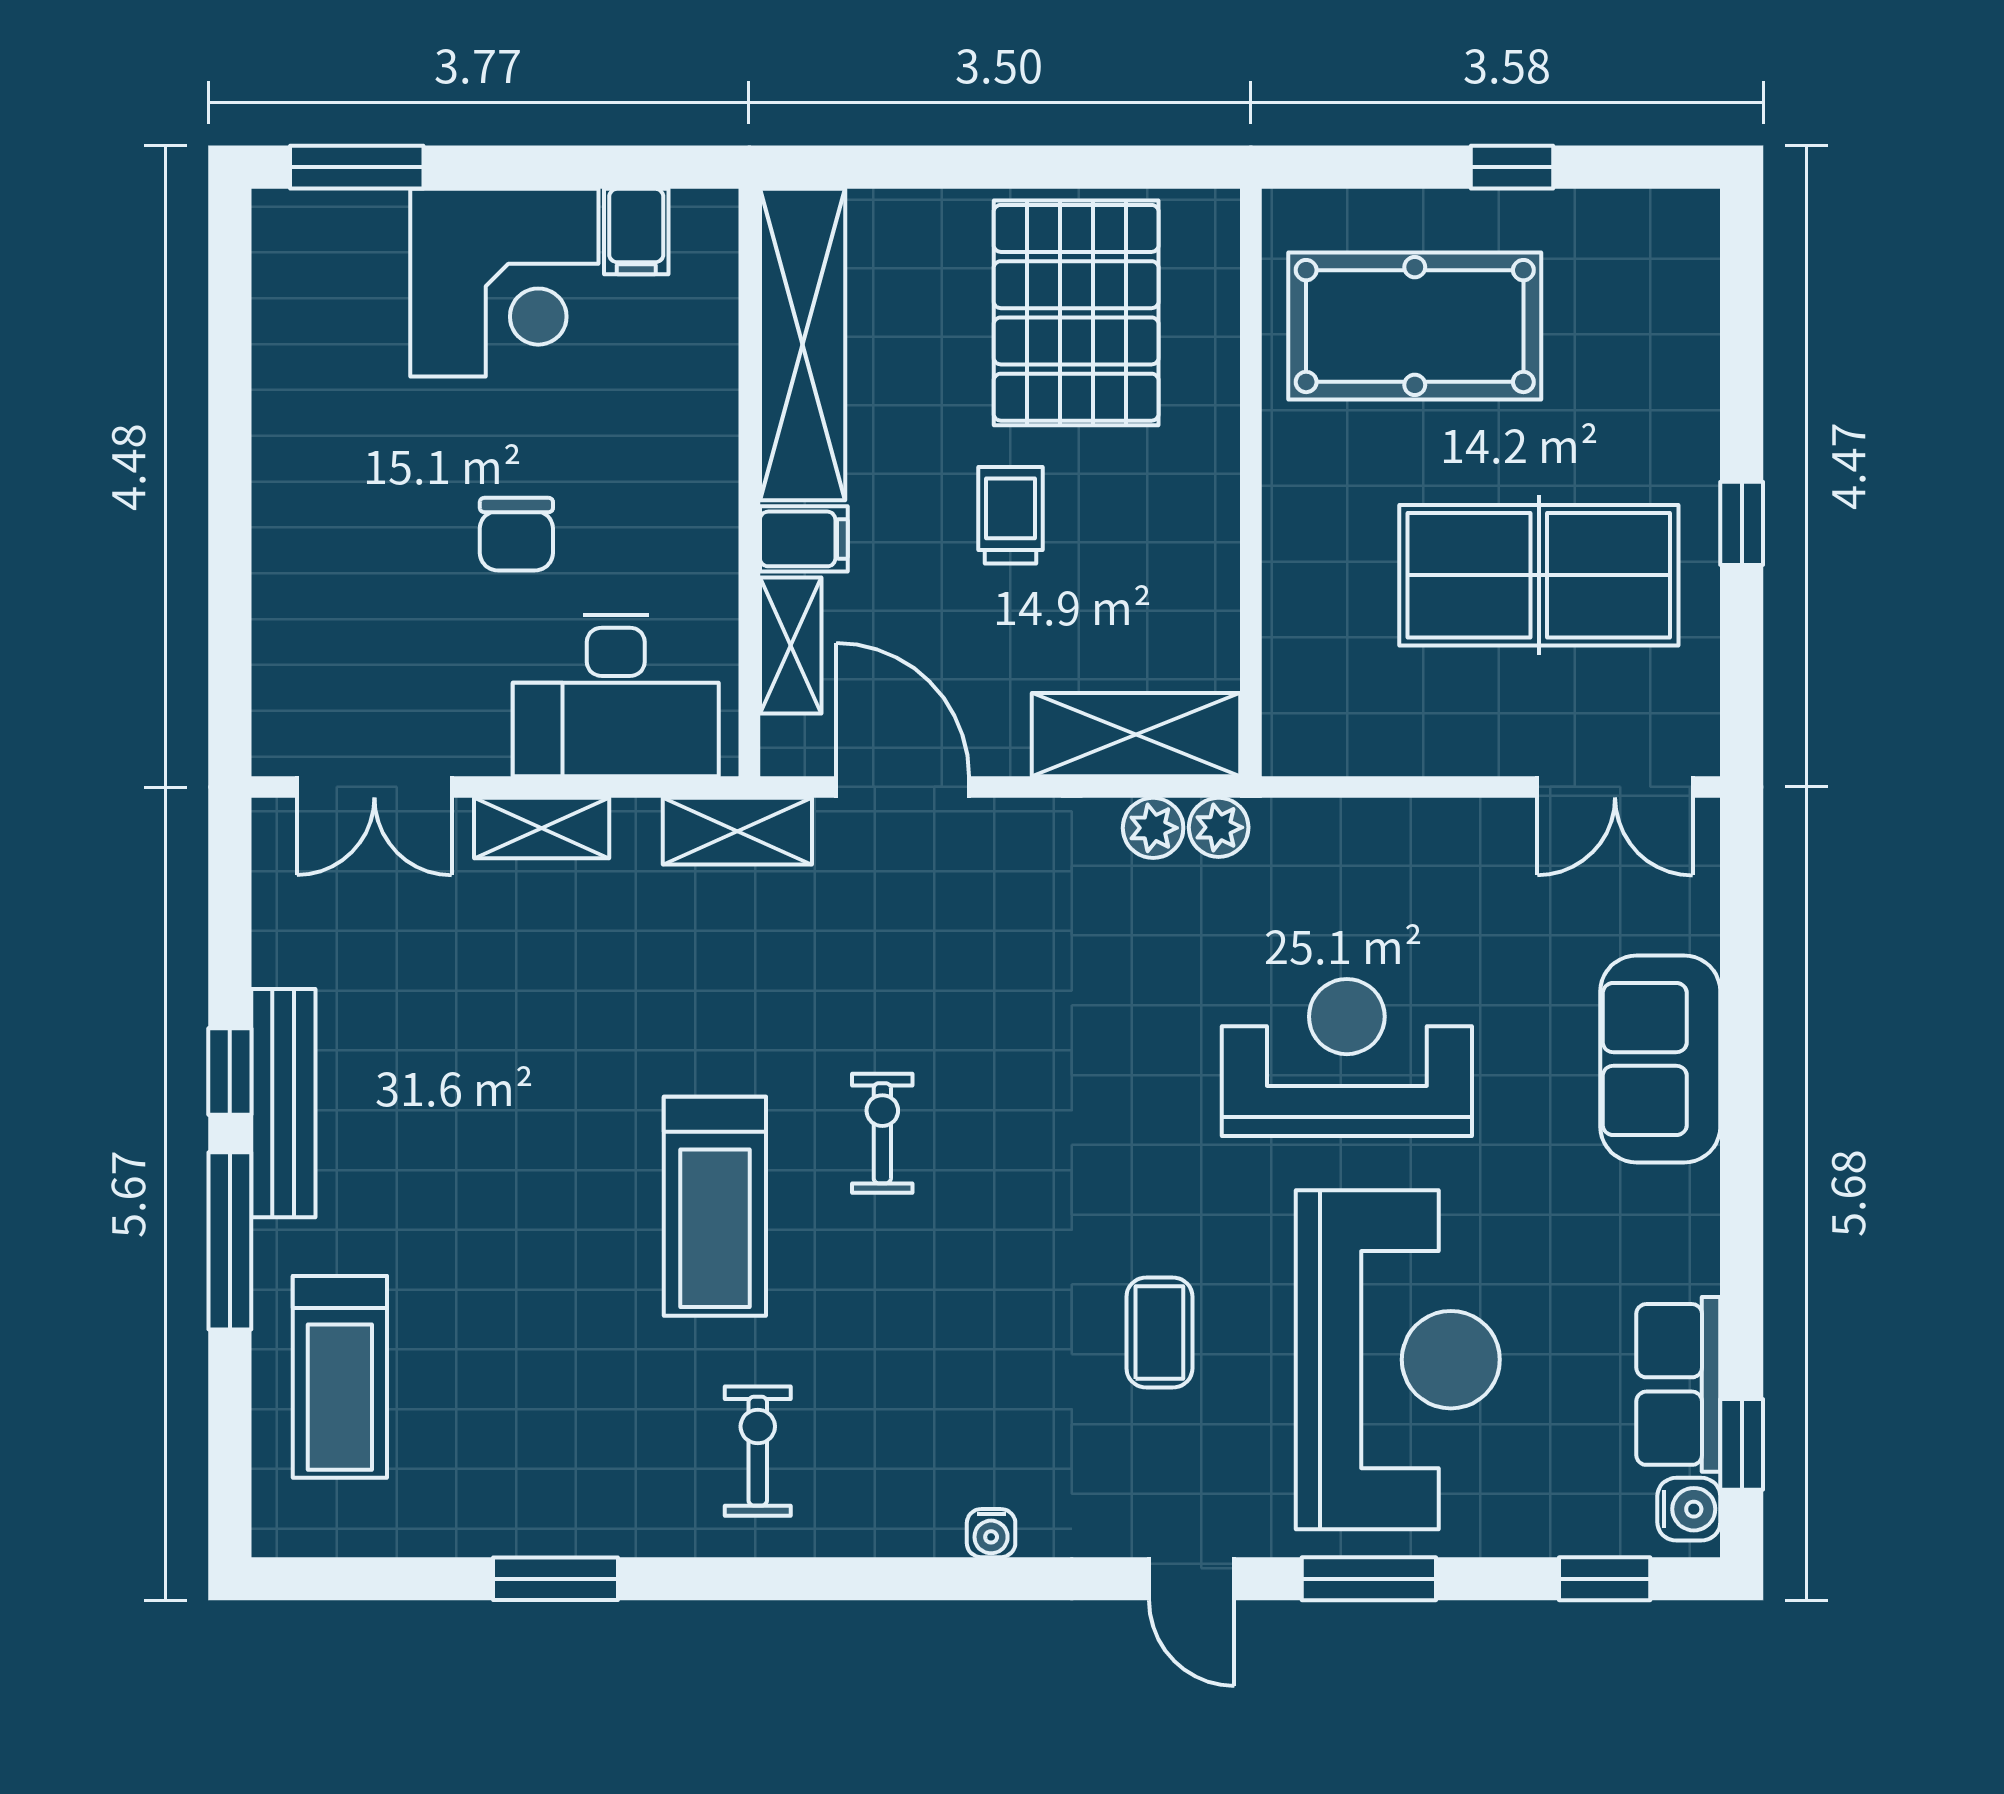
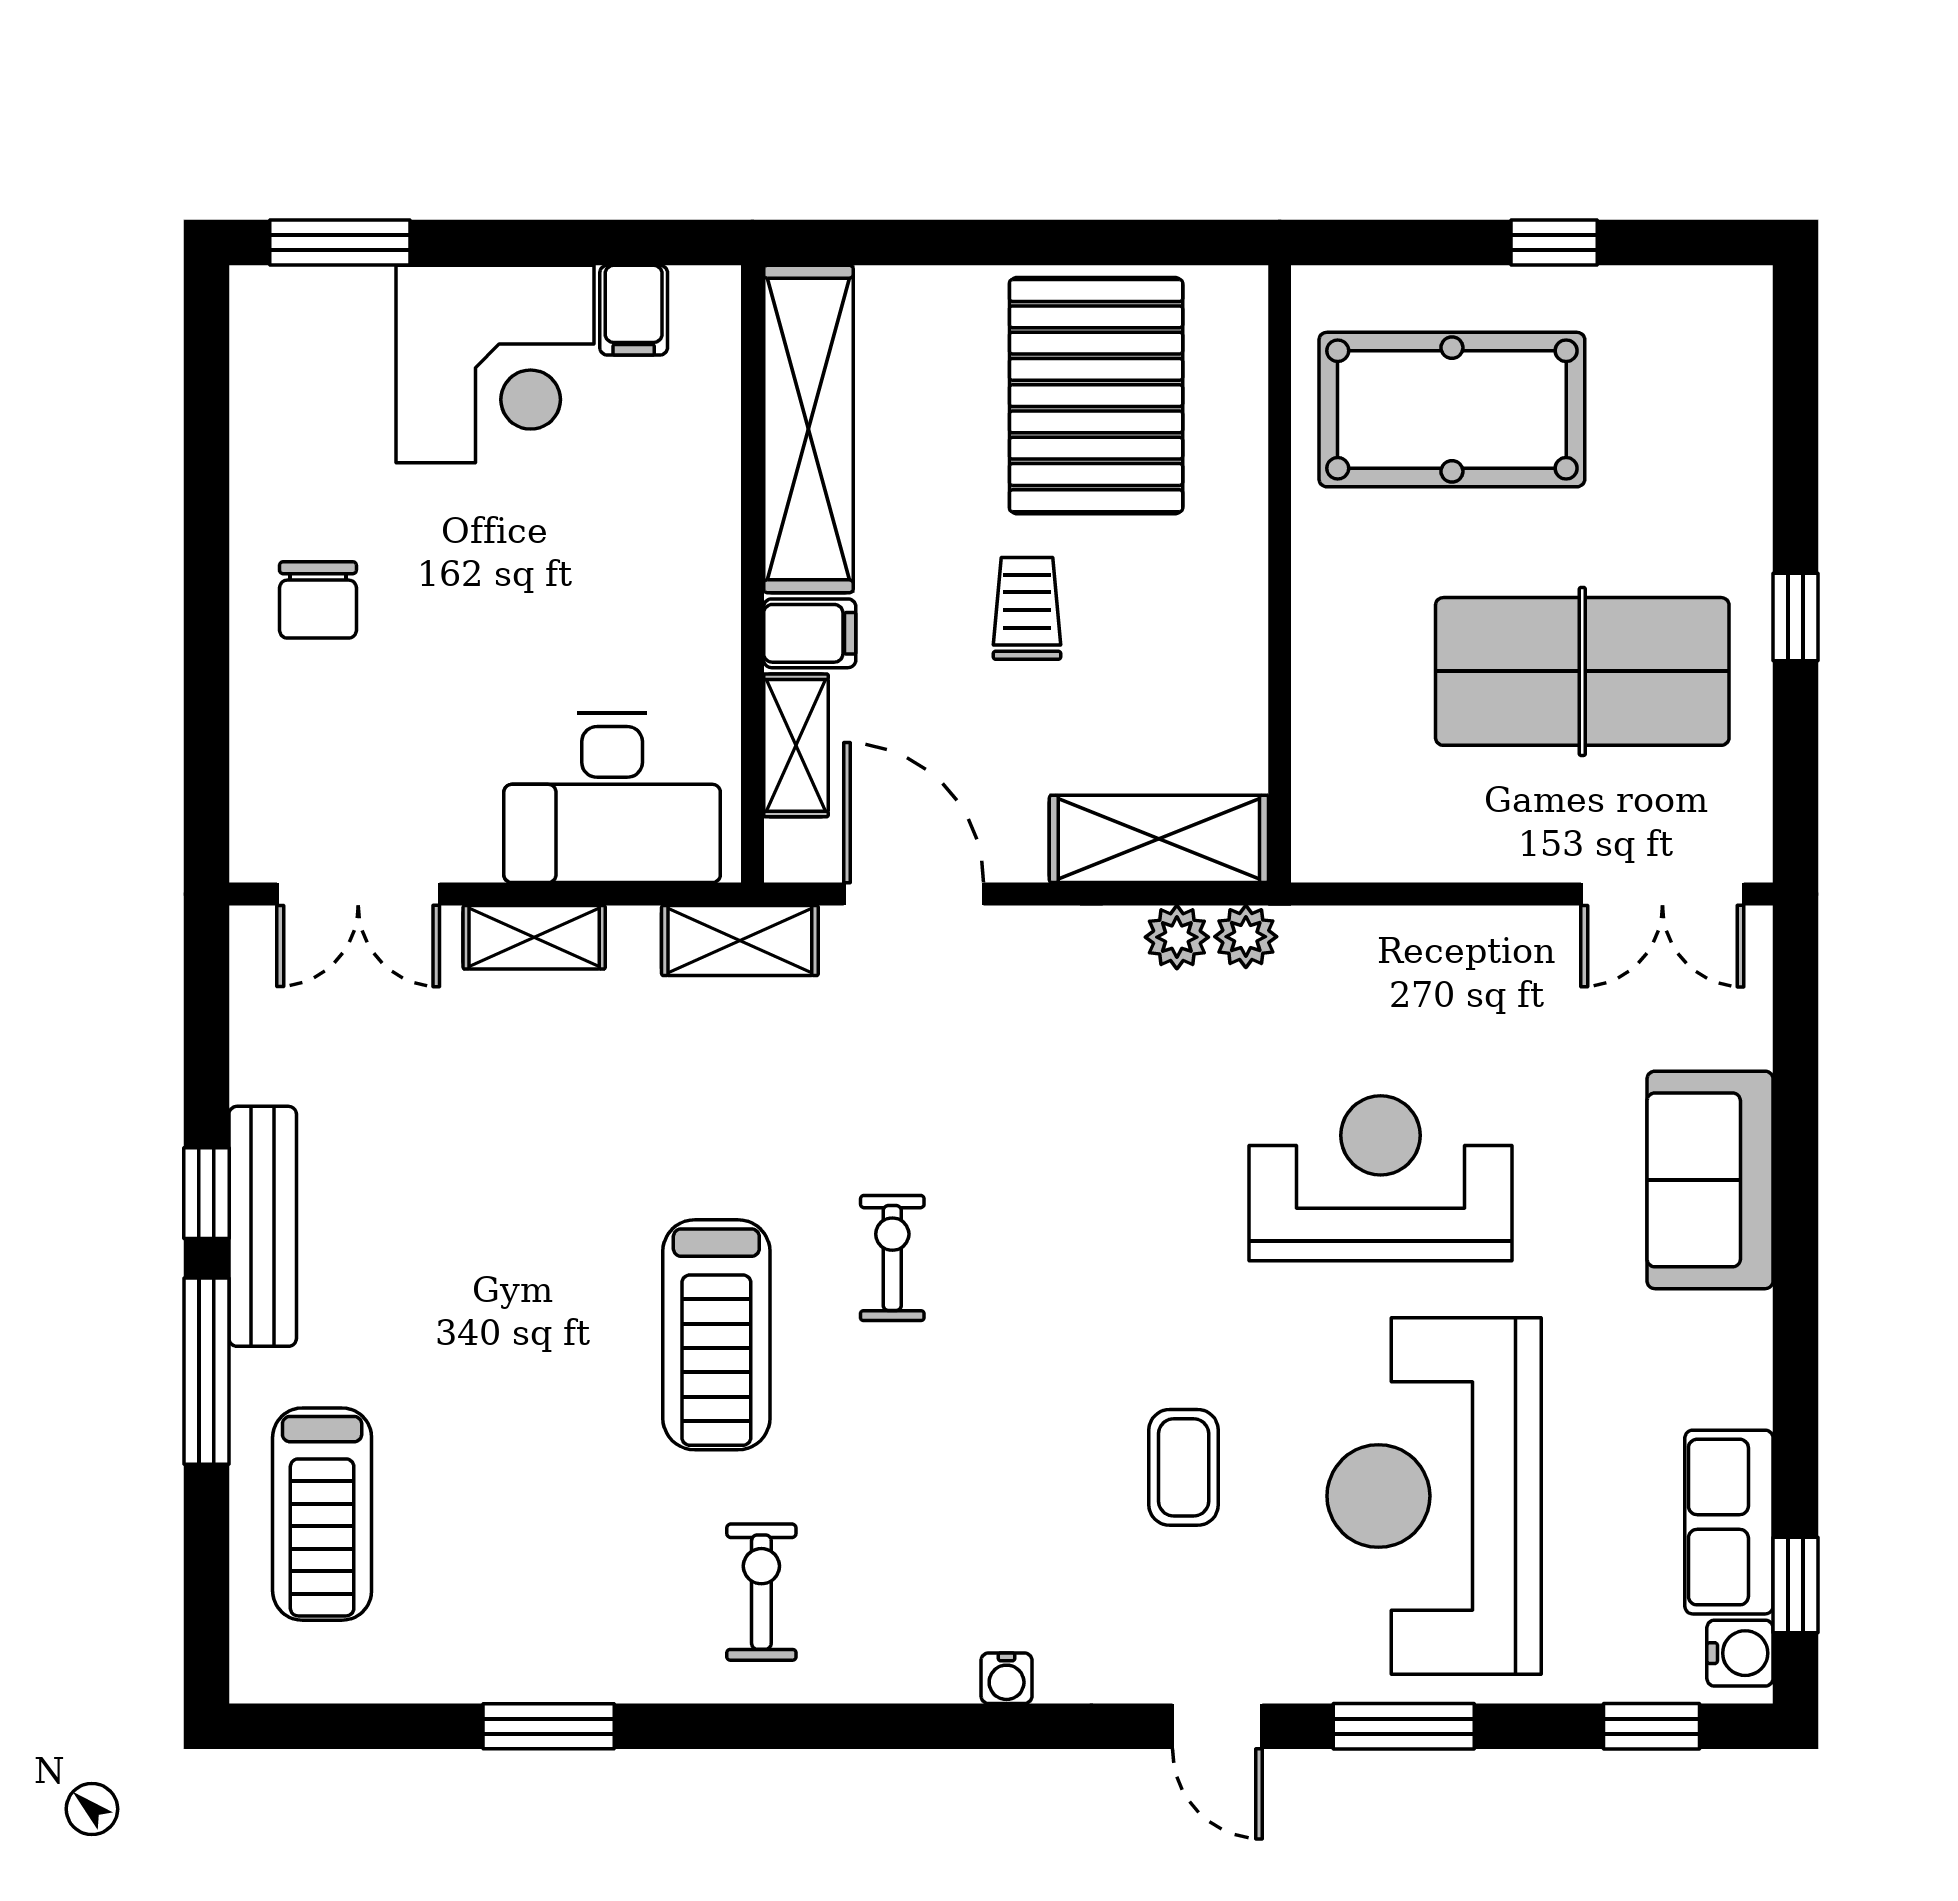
chair: (516, 534) -> (318, 600), moved
reception desk: (1398, 1360) -> (1434, 1496), turned 180

